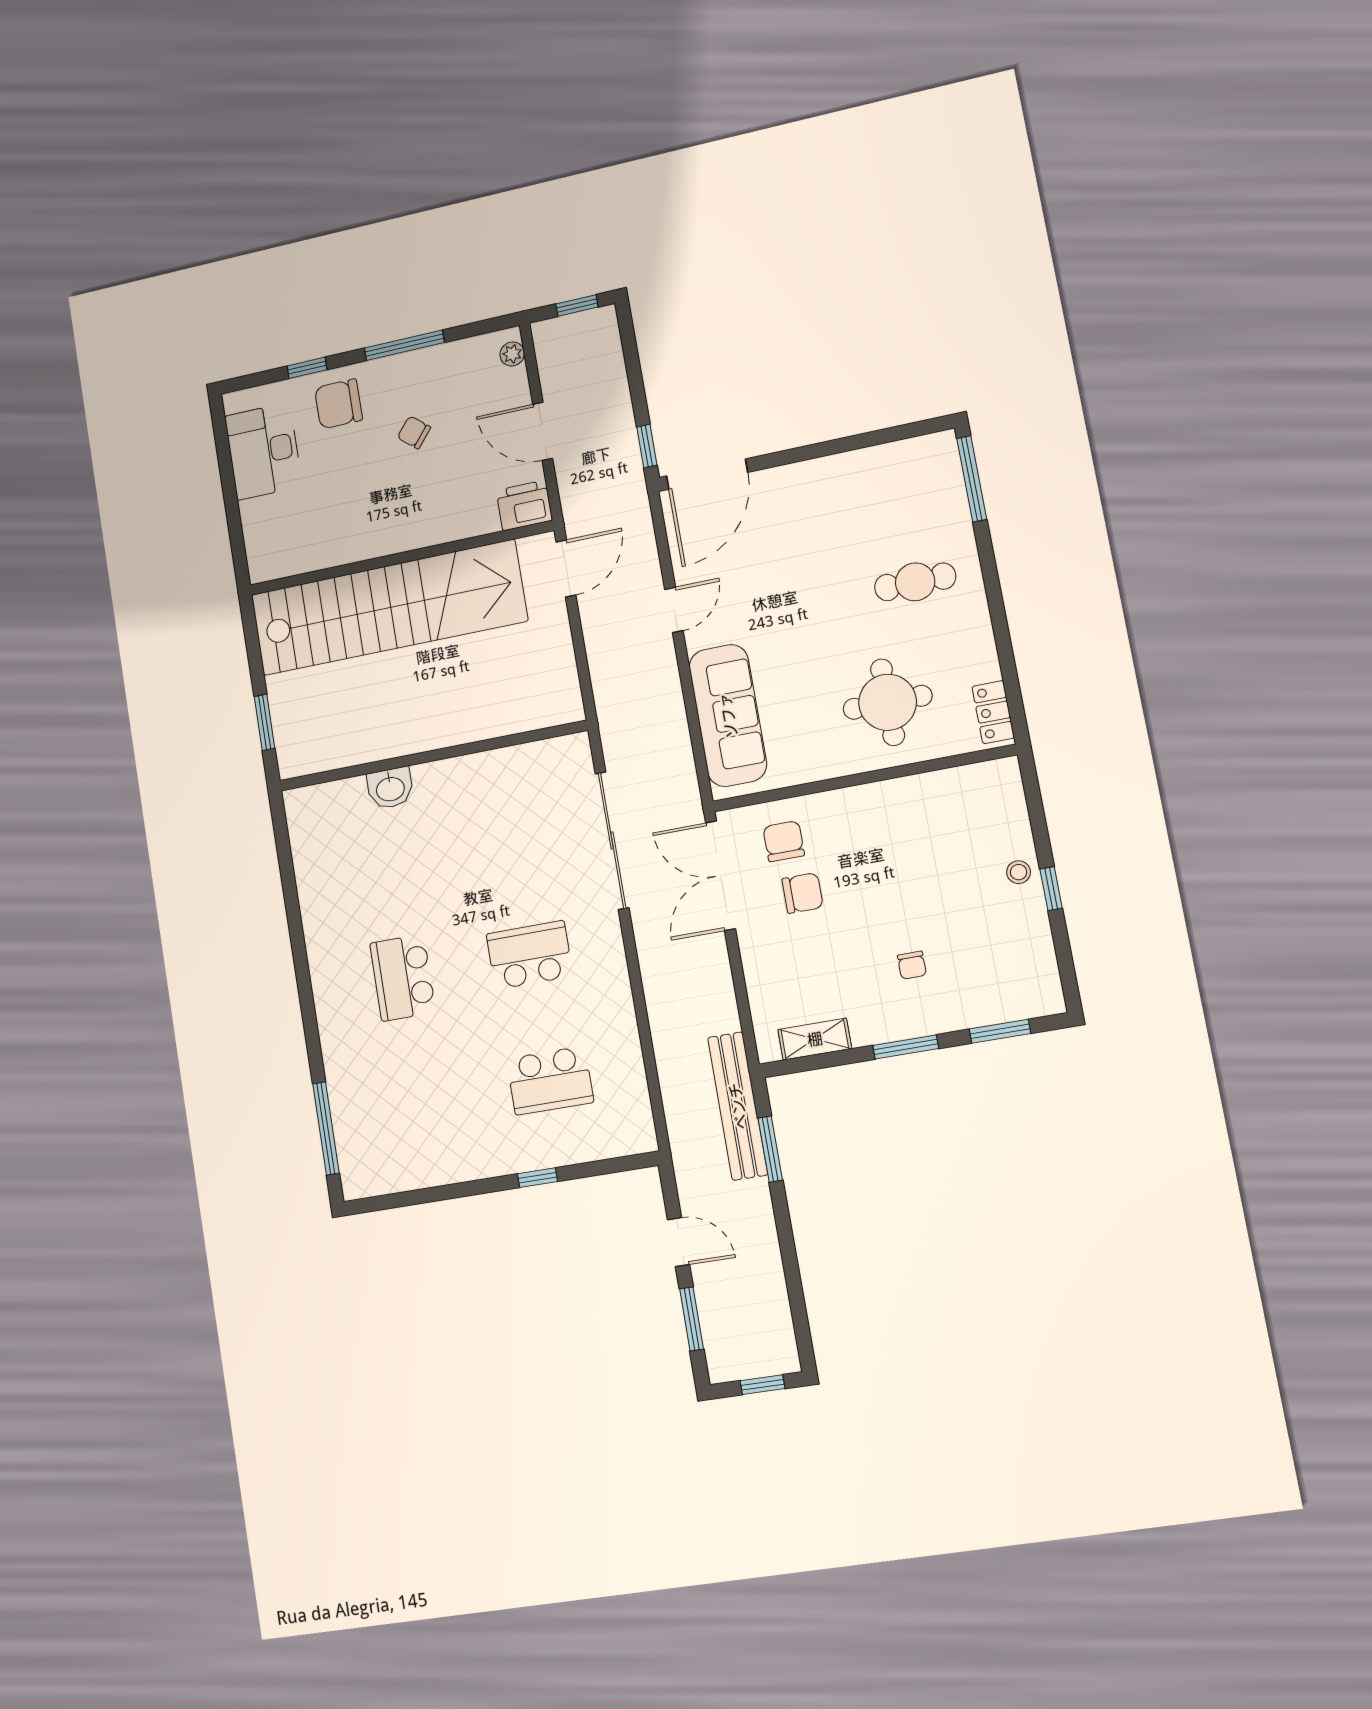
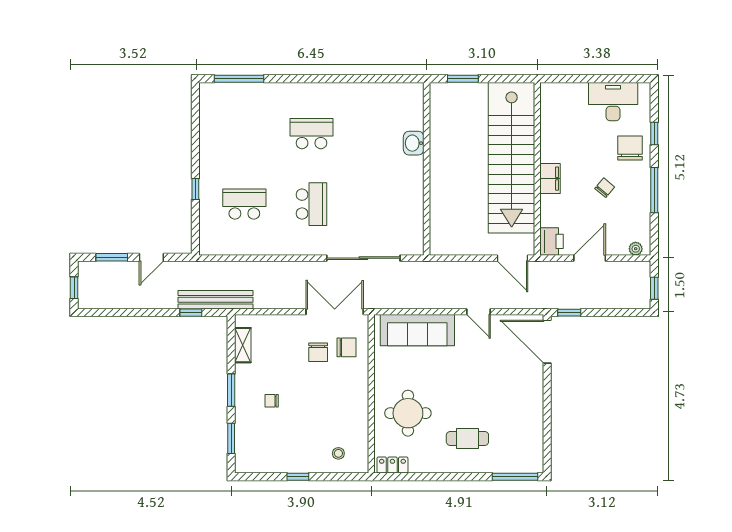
filing cabinet: (414, 532) -> (550, 179), added
cafe table: (915, 582) -> (467, 438), turned 90
stool: (1019, 872) -> (338, 453), moved
school desk: (550, 1081) -> (244, 204), turned 90
window: (770, 1149) -> (191, 313), width x0.67

